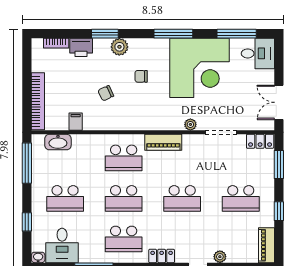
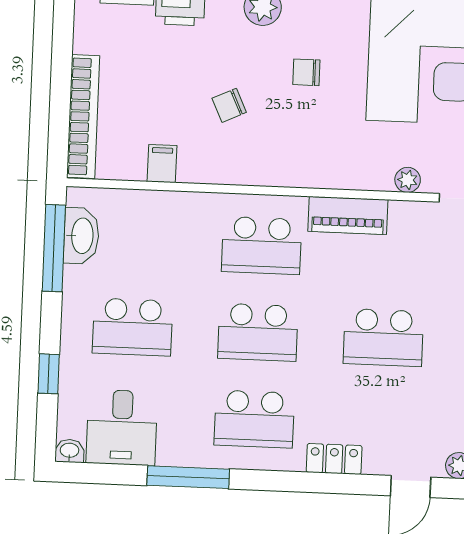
washbasin: (58, 142) -> (81, 236), moved, turned -90

